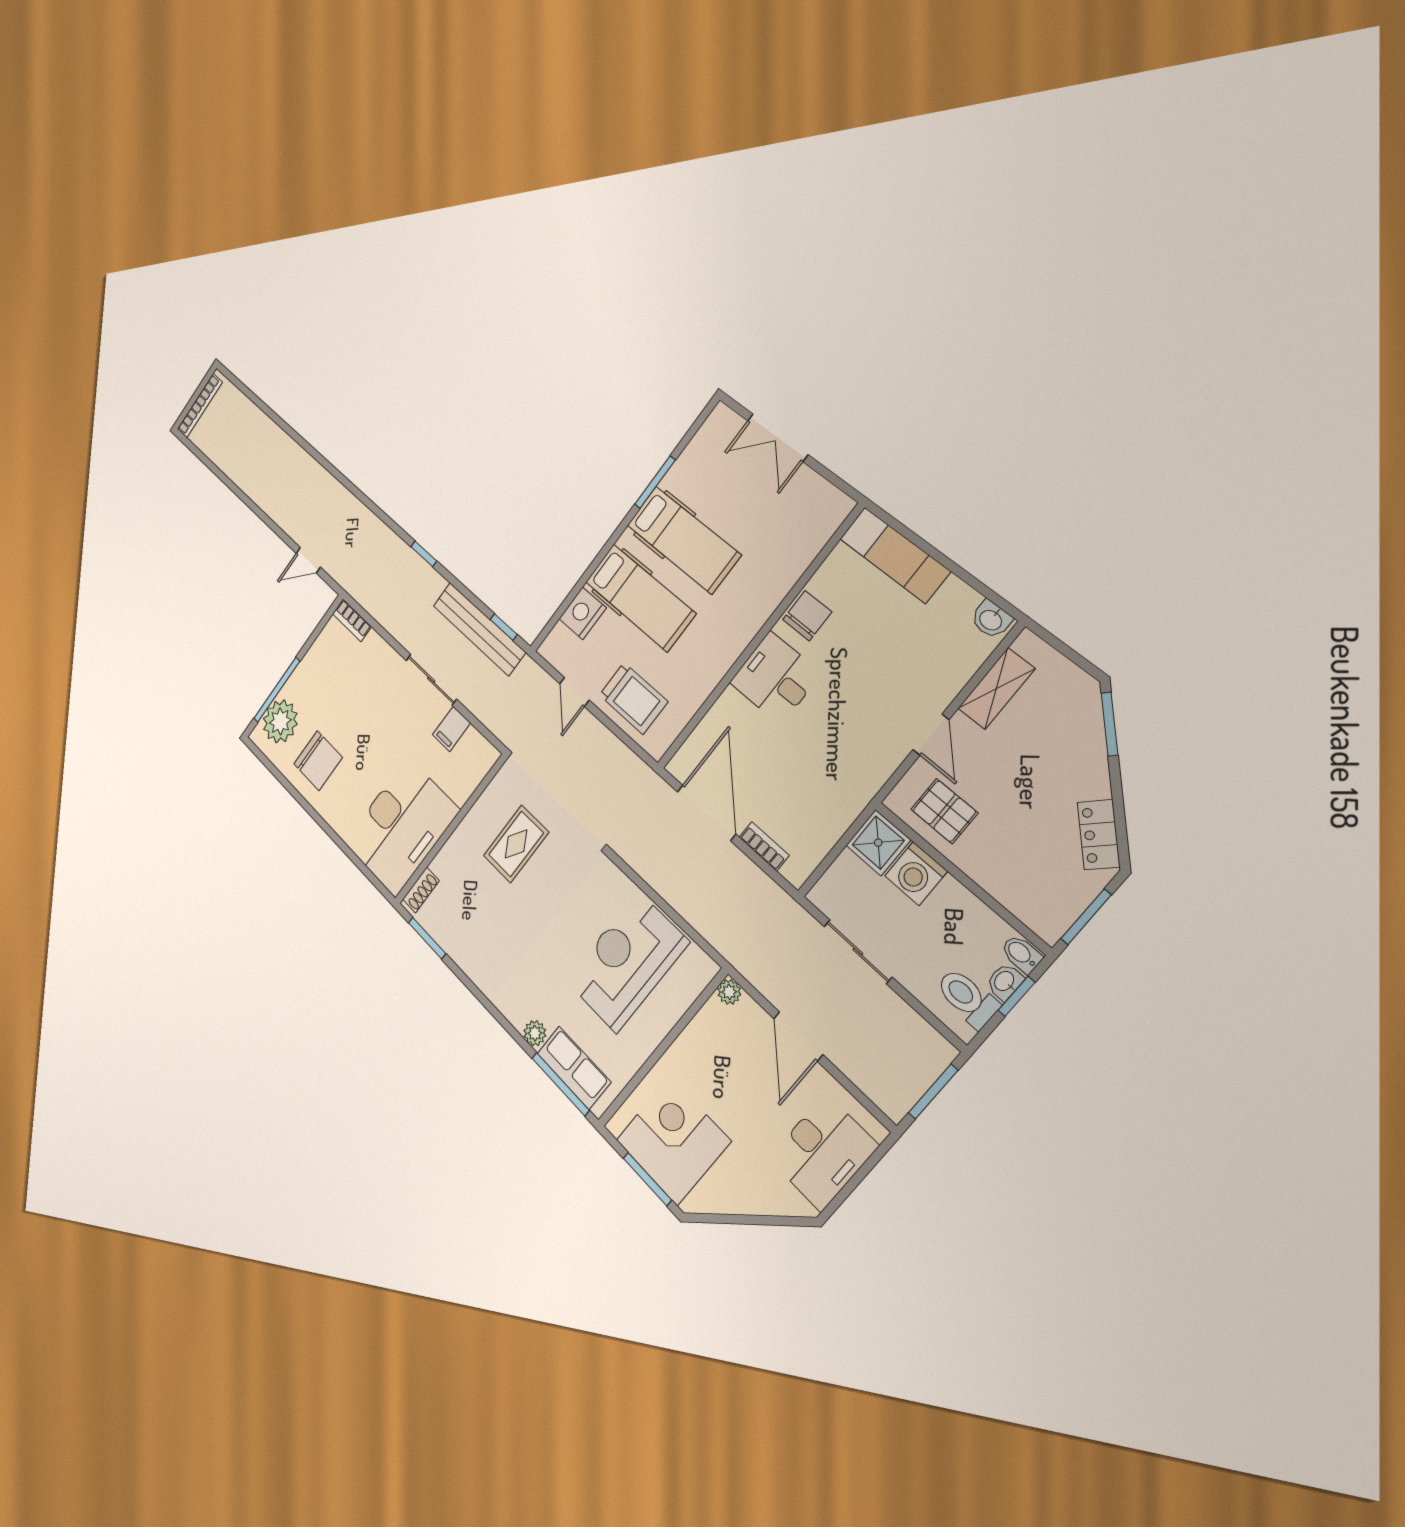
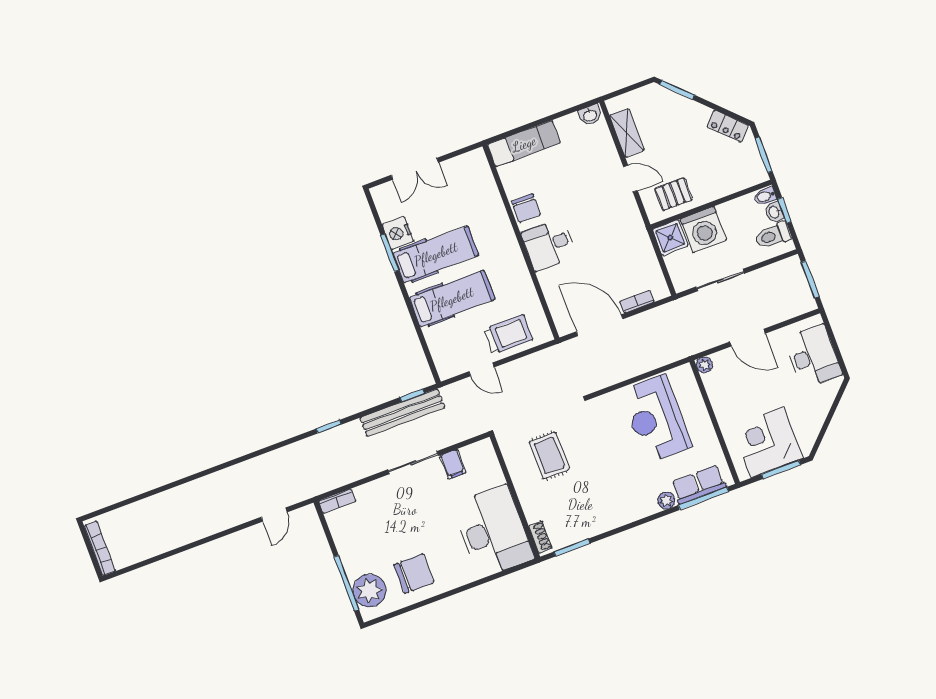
nightstand: (583, 613) -> (398, 233), moved
chair: (807, 616) -> (526, 208), turned 180
washing machine: (916, 874) -> (703, 230), width x1.37, depth x1.37

